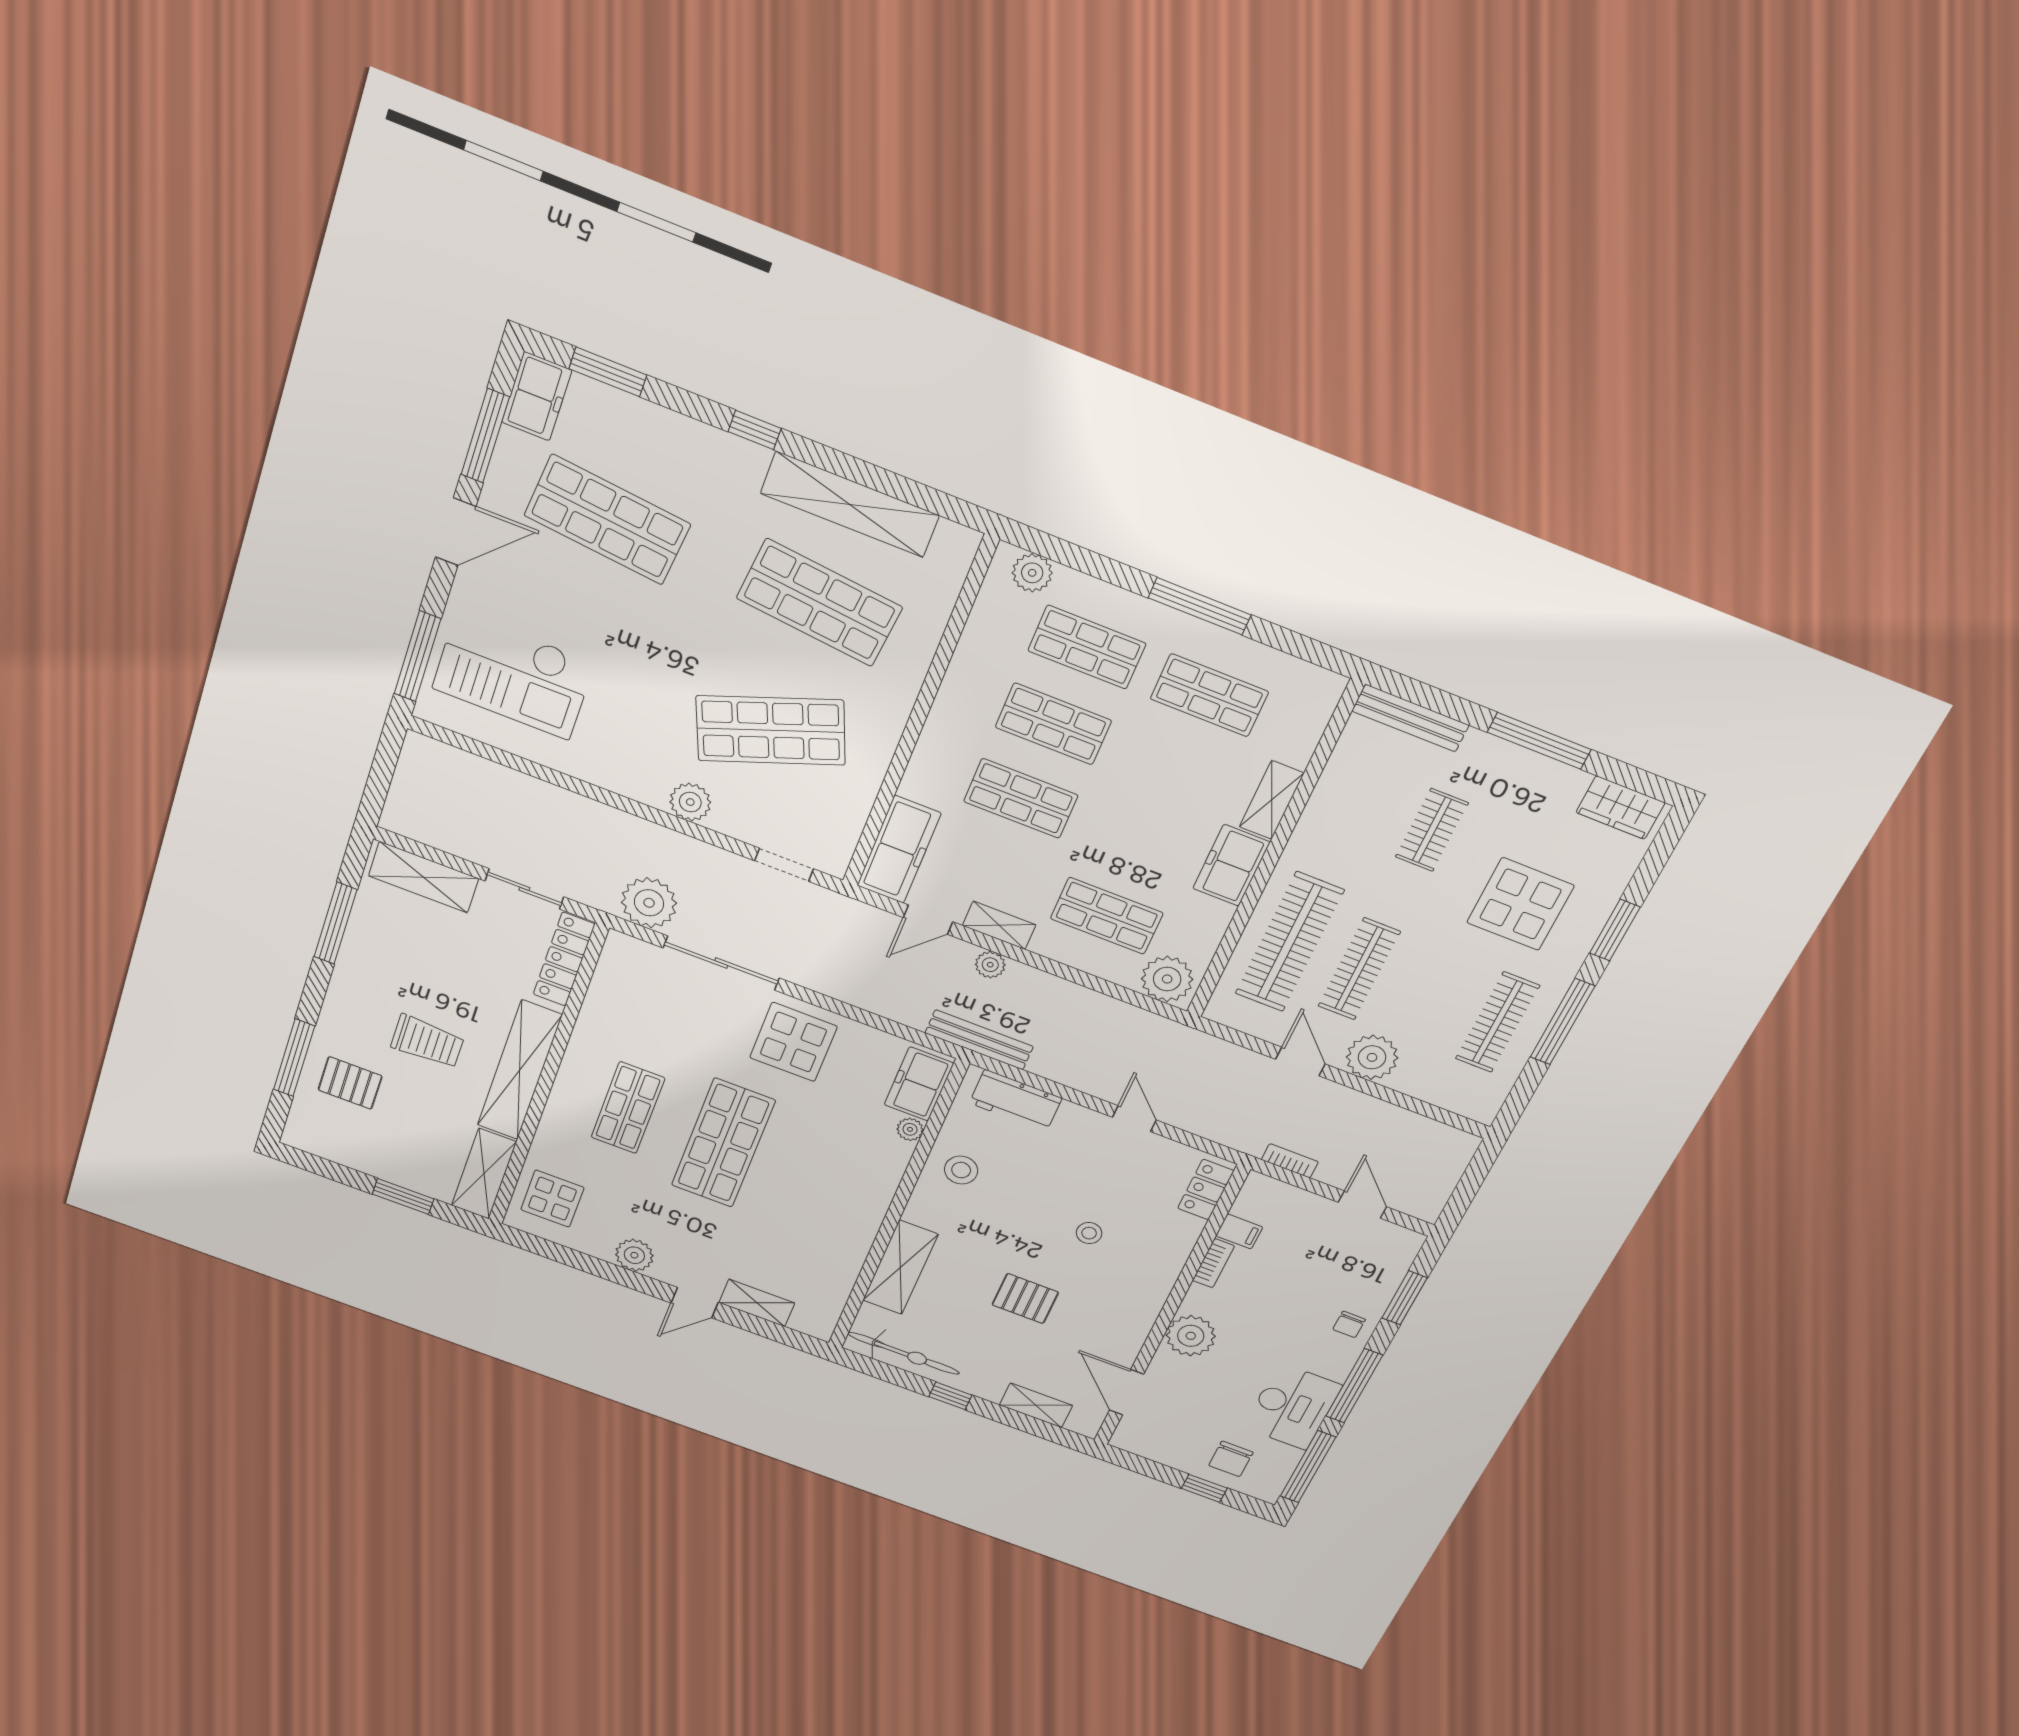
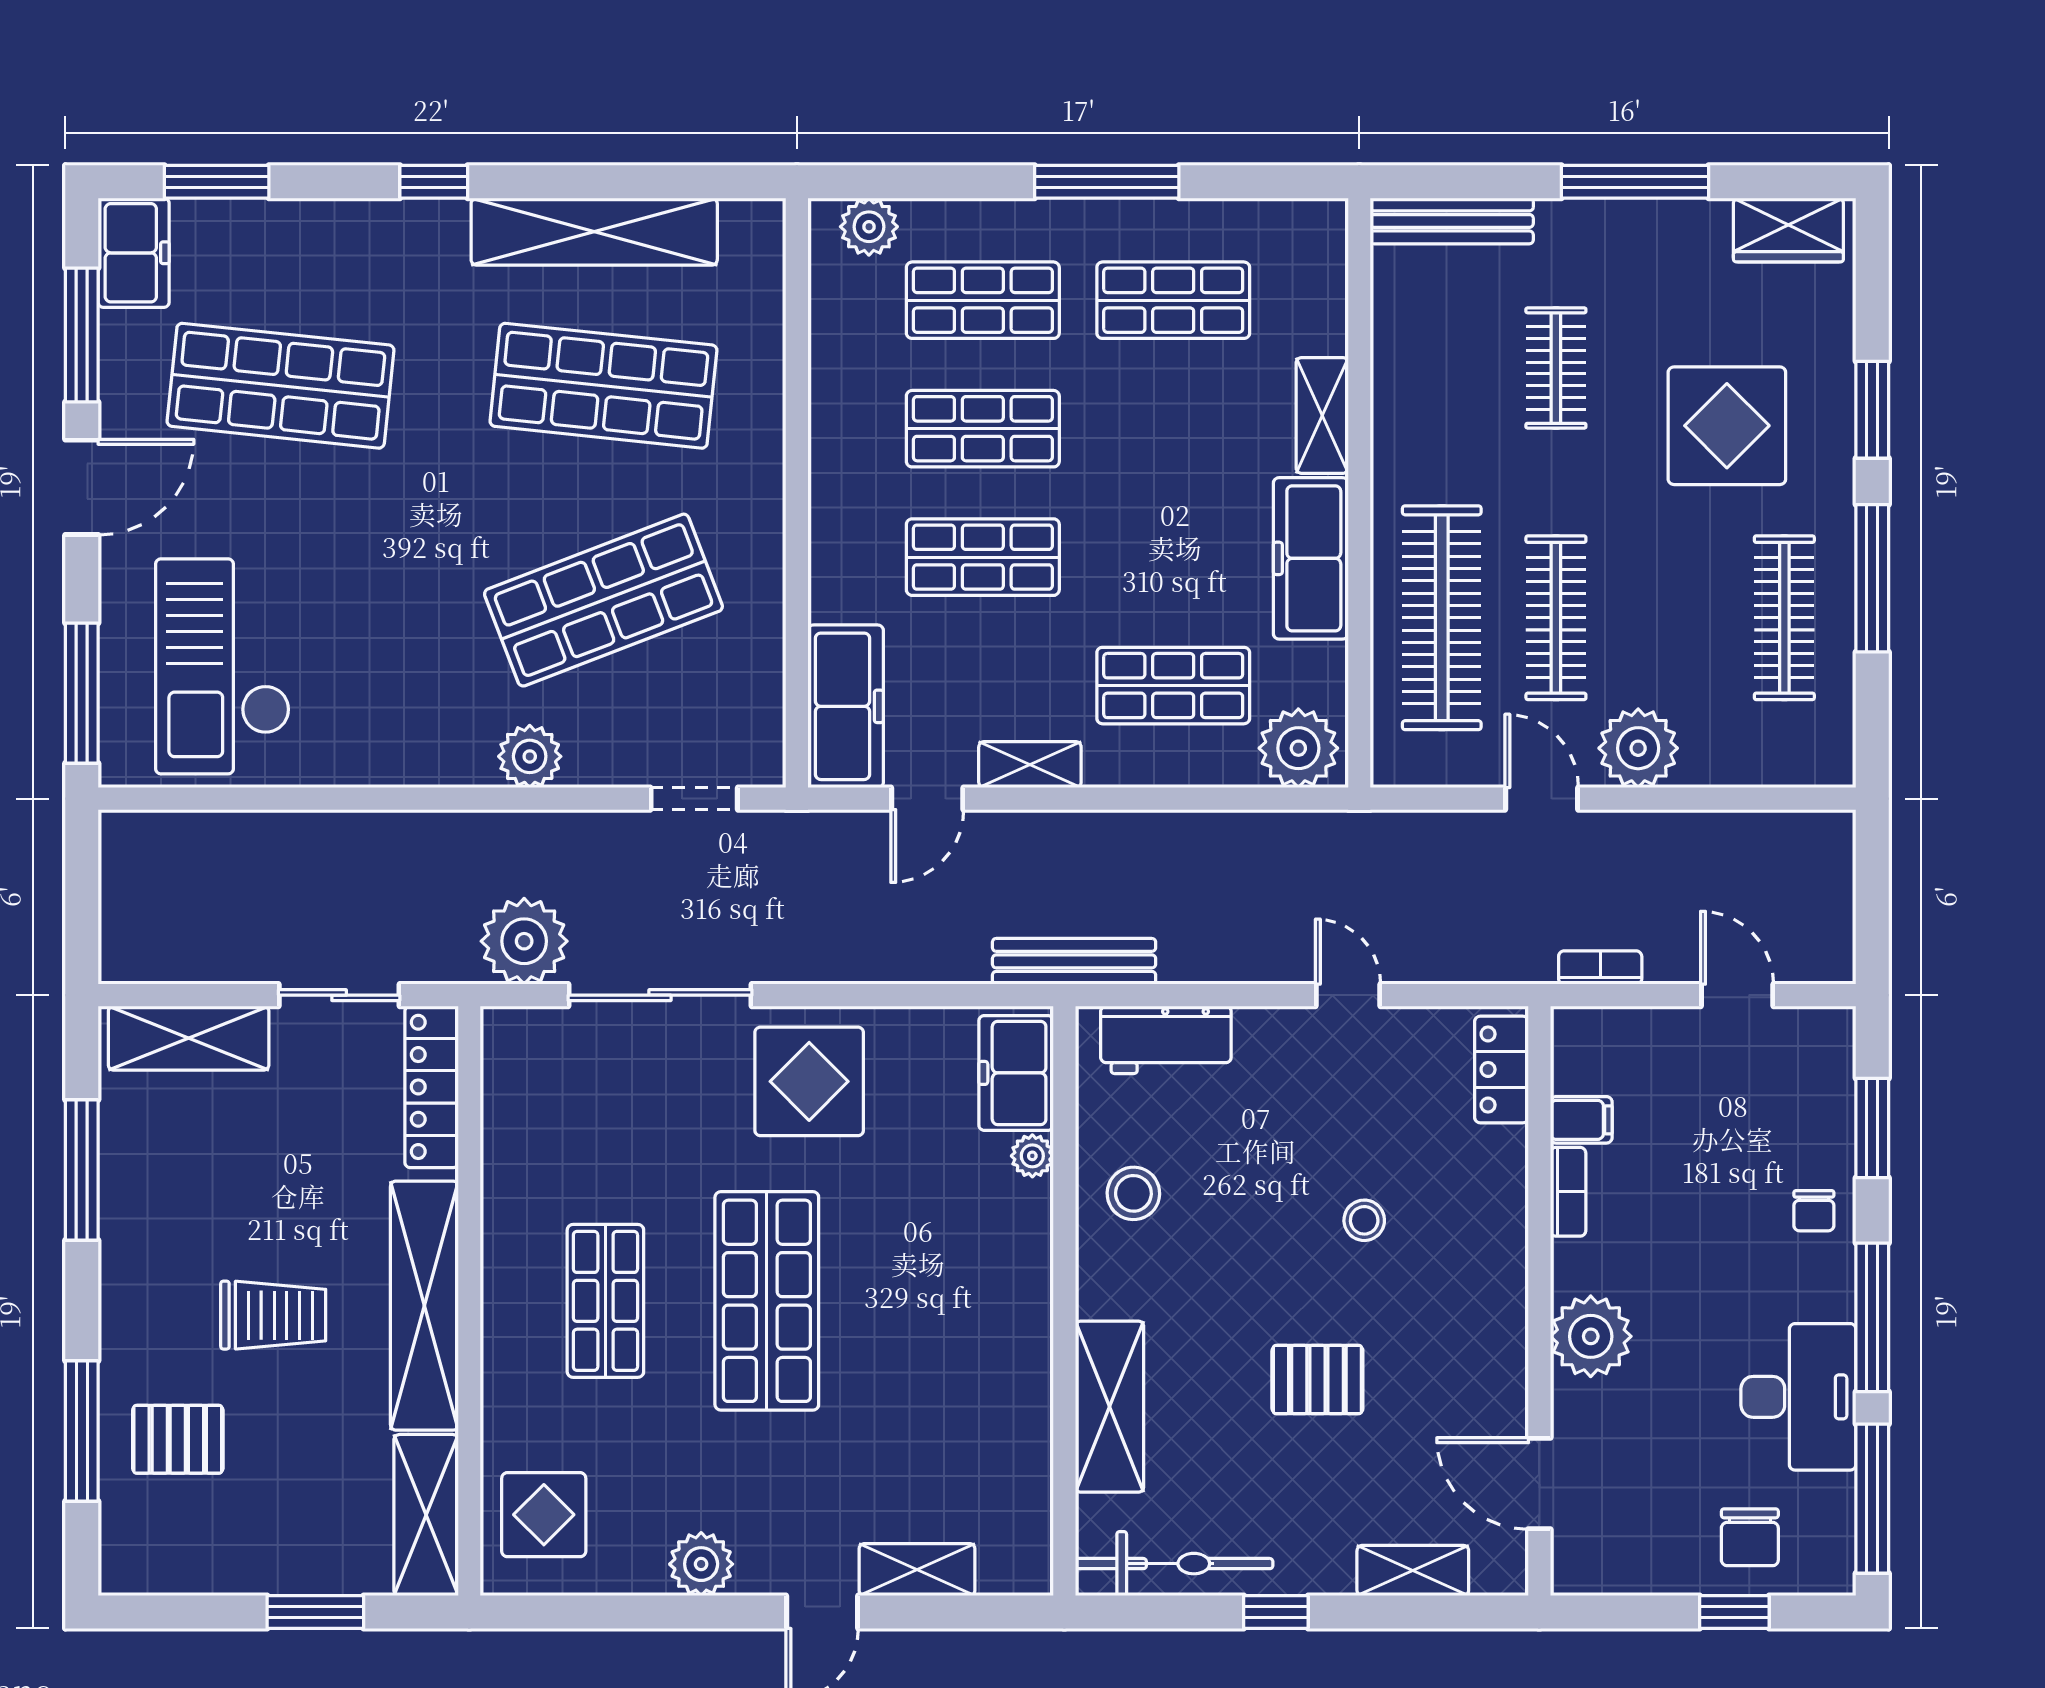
checkout: (513, 675) -> (223, 666), turned 90
freezer: (1231, 865) -> (1311, 558), width x1.40
plant: (990, 965) -> (1042, 833), removed

